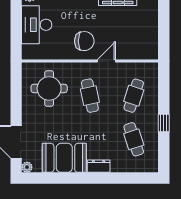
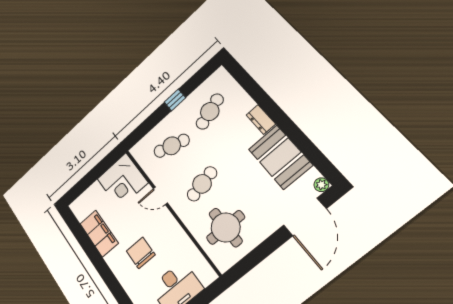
chair: (84, 41) -> (141, 253), moved
corner desk: (140, 42) -> (122, 181), added

